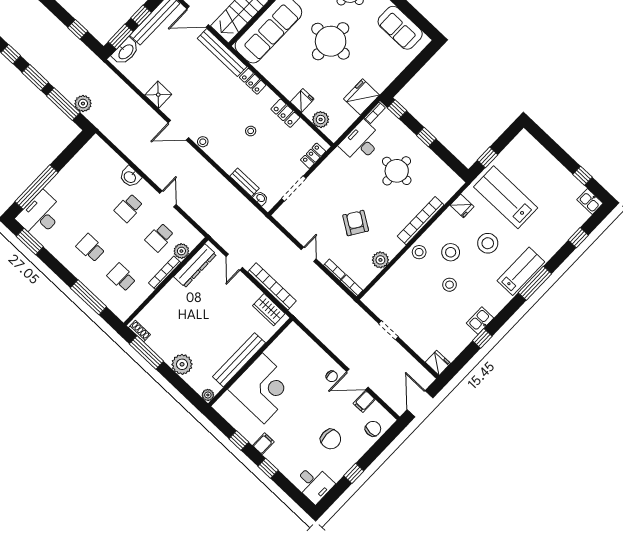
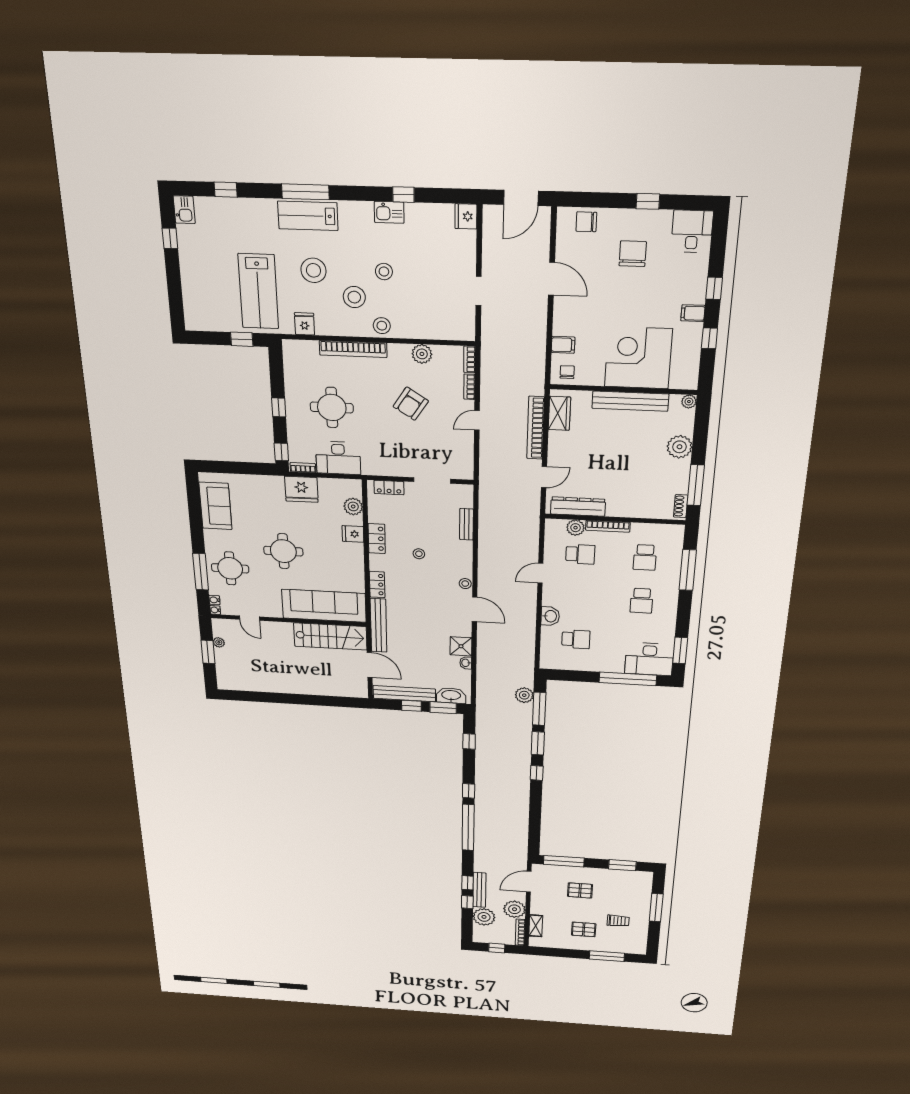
round table: (331, 41) -> (283, 551), width x0.73, depth x0.73
washbasin: (260, 198) -> (466, 663), moved
school desk: (129, 208) -> (576, 639), moved
chair: (332, 376) -> (567, 372), moved
filing cabinet: (364, 401) -> (563, 345), moved

